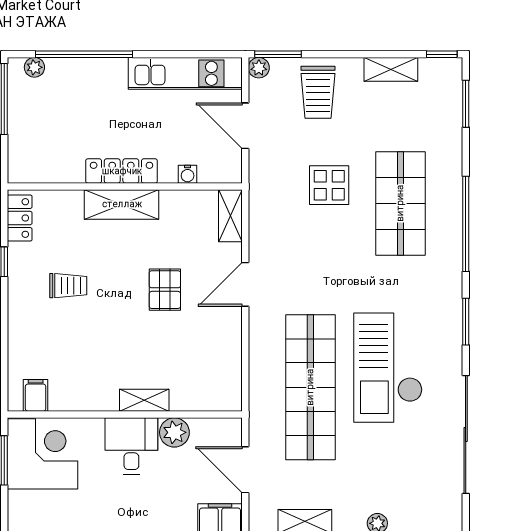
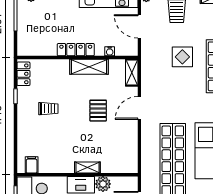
shelving: (122, 204) -> (89, 67), moved

